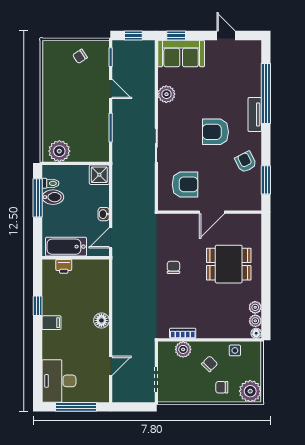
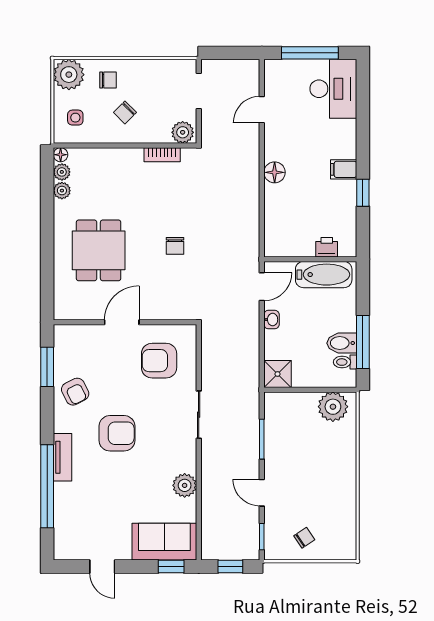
dining table: (229, 264) -> (99, 250), turned 90
plant: (183, 349) -> (183, 132), moved
side table: (235, 350) -> (75, 118), moved

